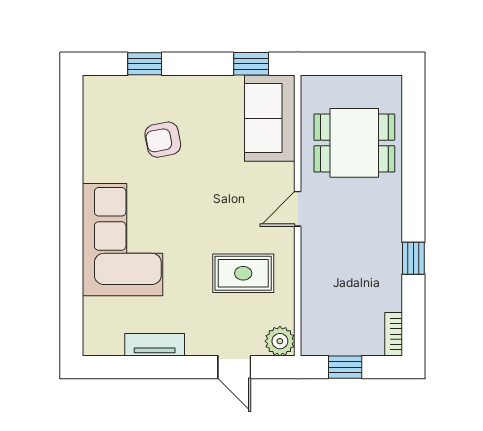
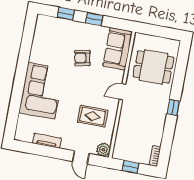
window: (251, 64) -> (94, 19), moved
armchair: (163, 140) -> (82, 58), moved
window: (413, 258) -> (173, 108), moved

